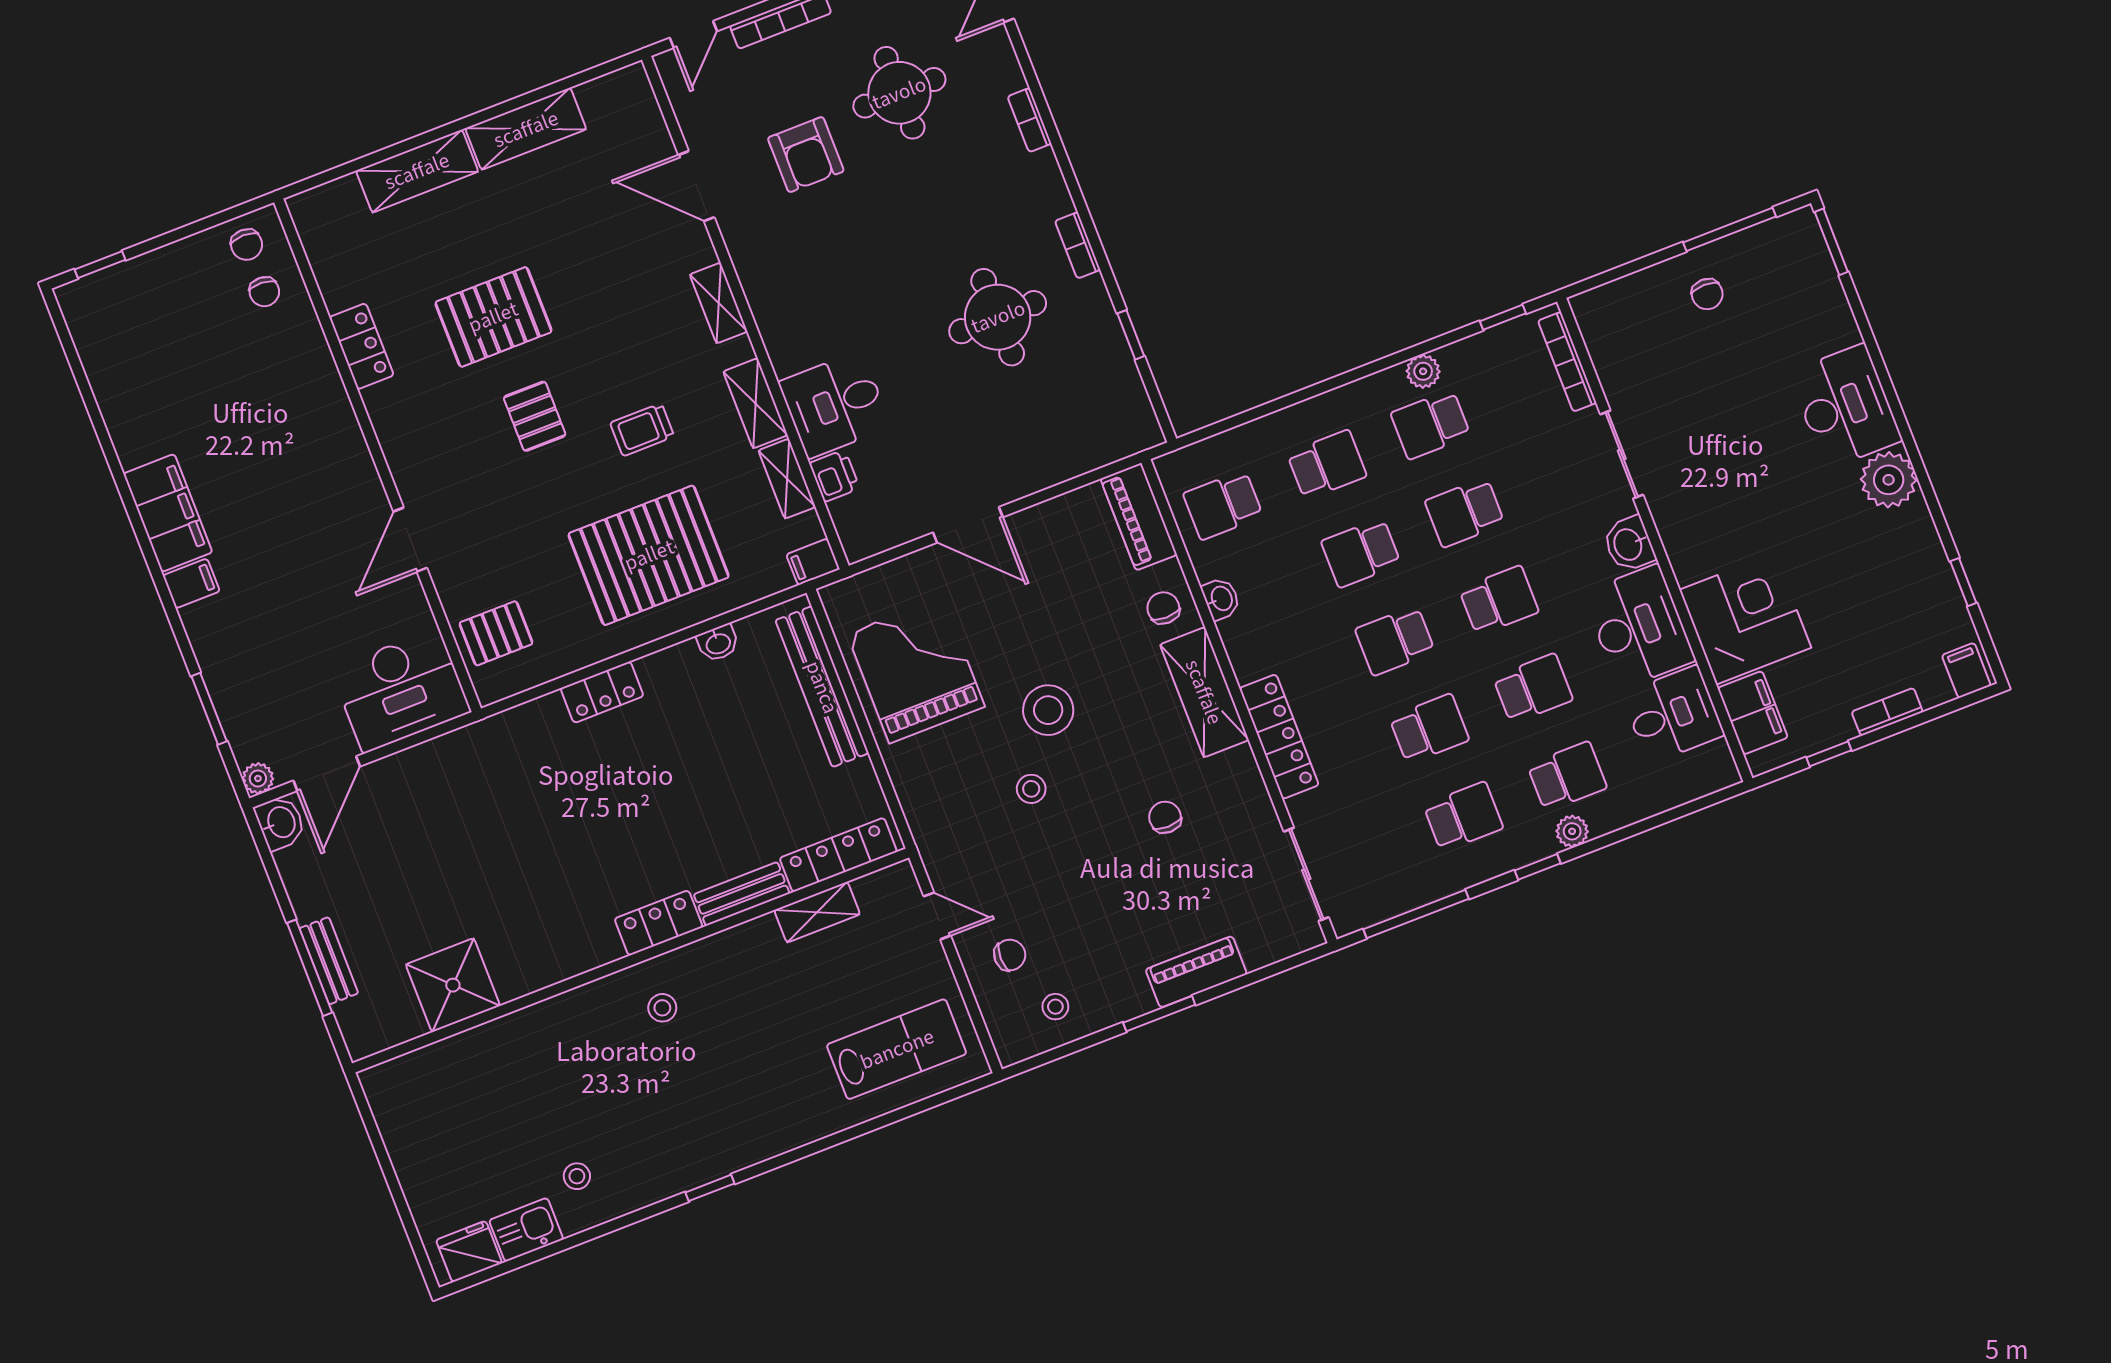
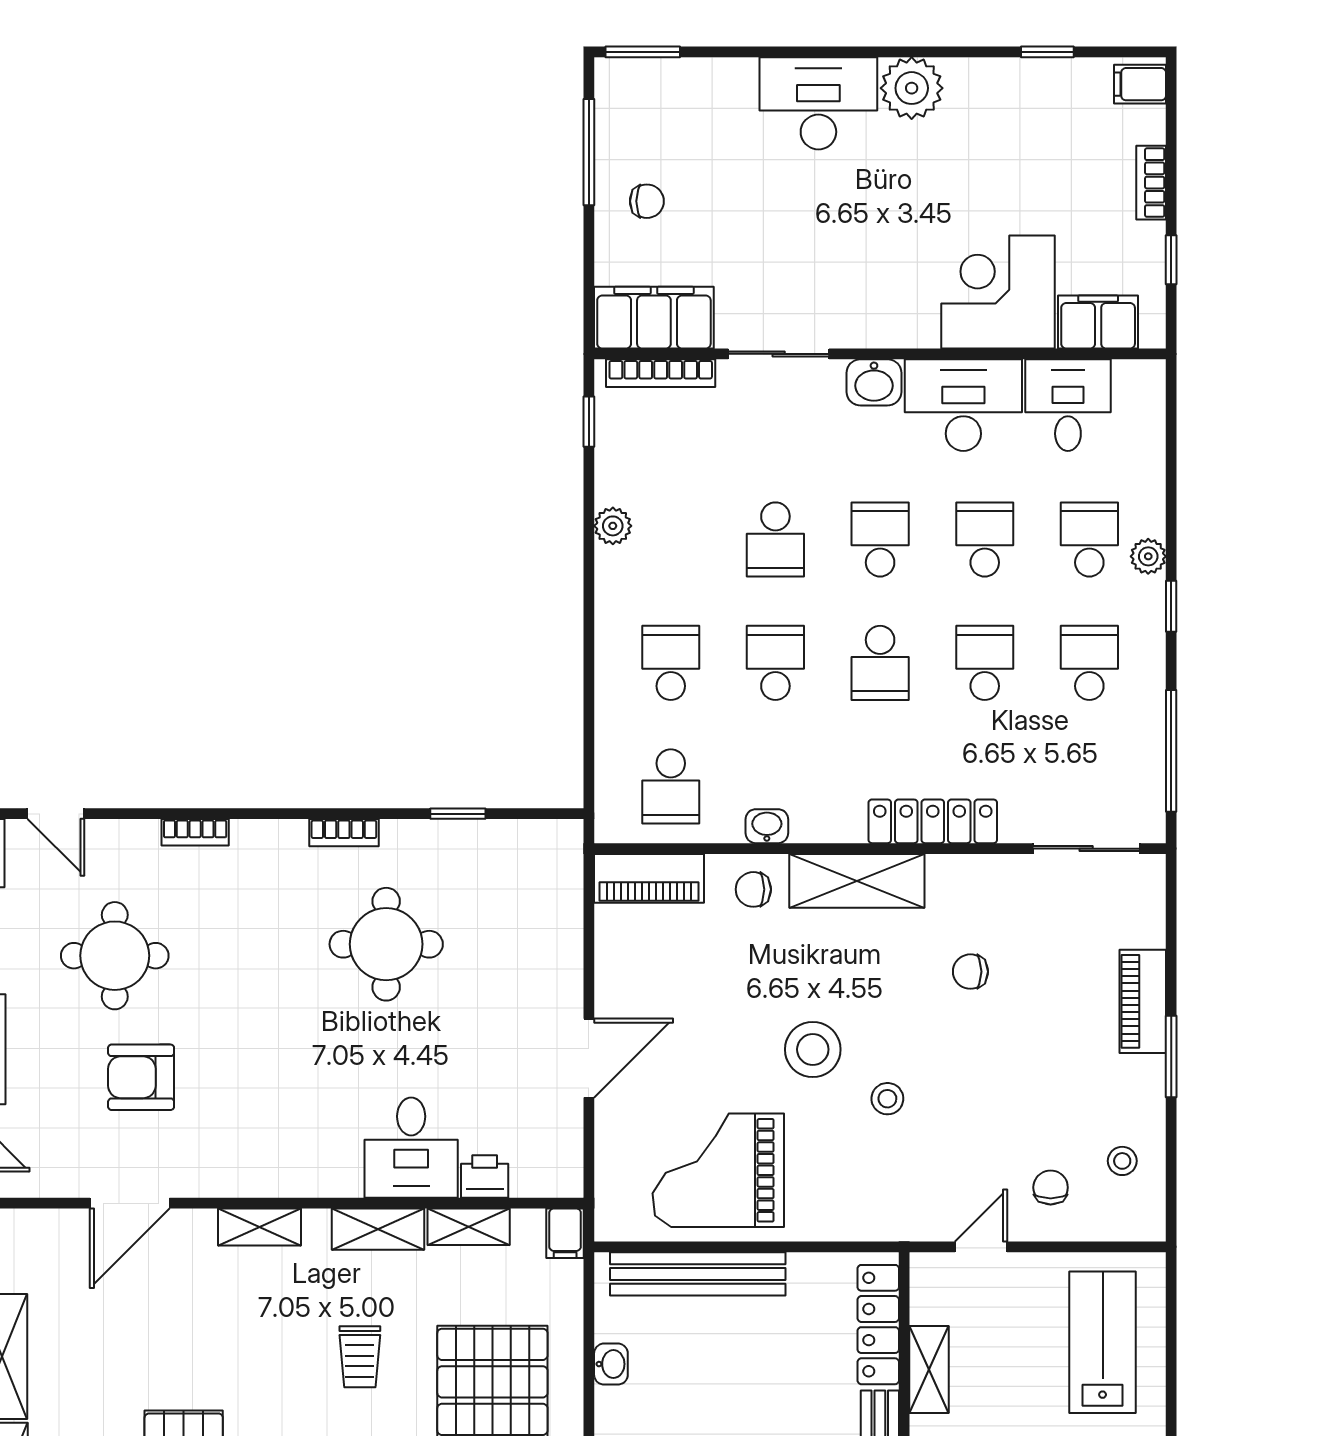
armchair: (806, 155) -> (141, 1077), turned 180
filing cabinet: (1612, 338) -> (654, 318), added
school desk: (1431, 424) -> (671, 539), removed
school desk: (1361, 553) -> (775, 663), turned 180

